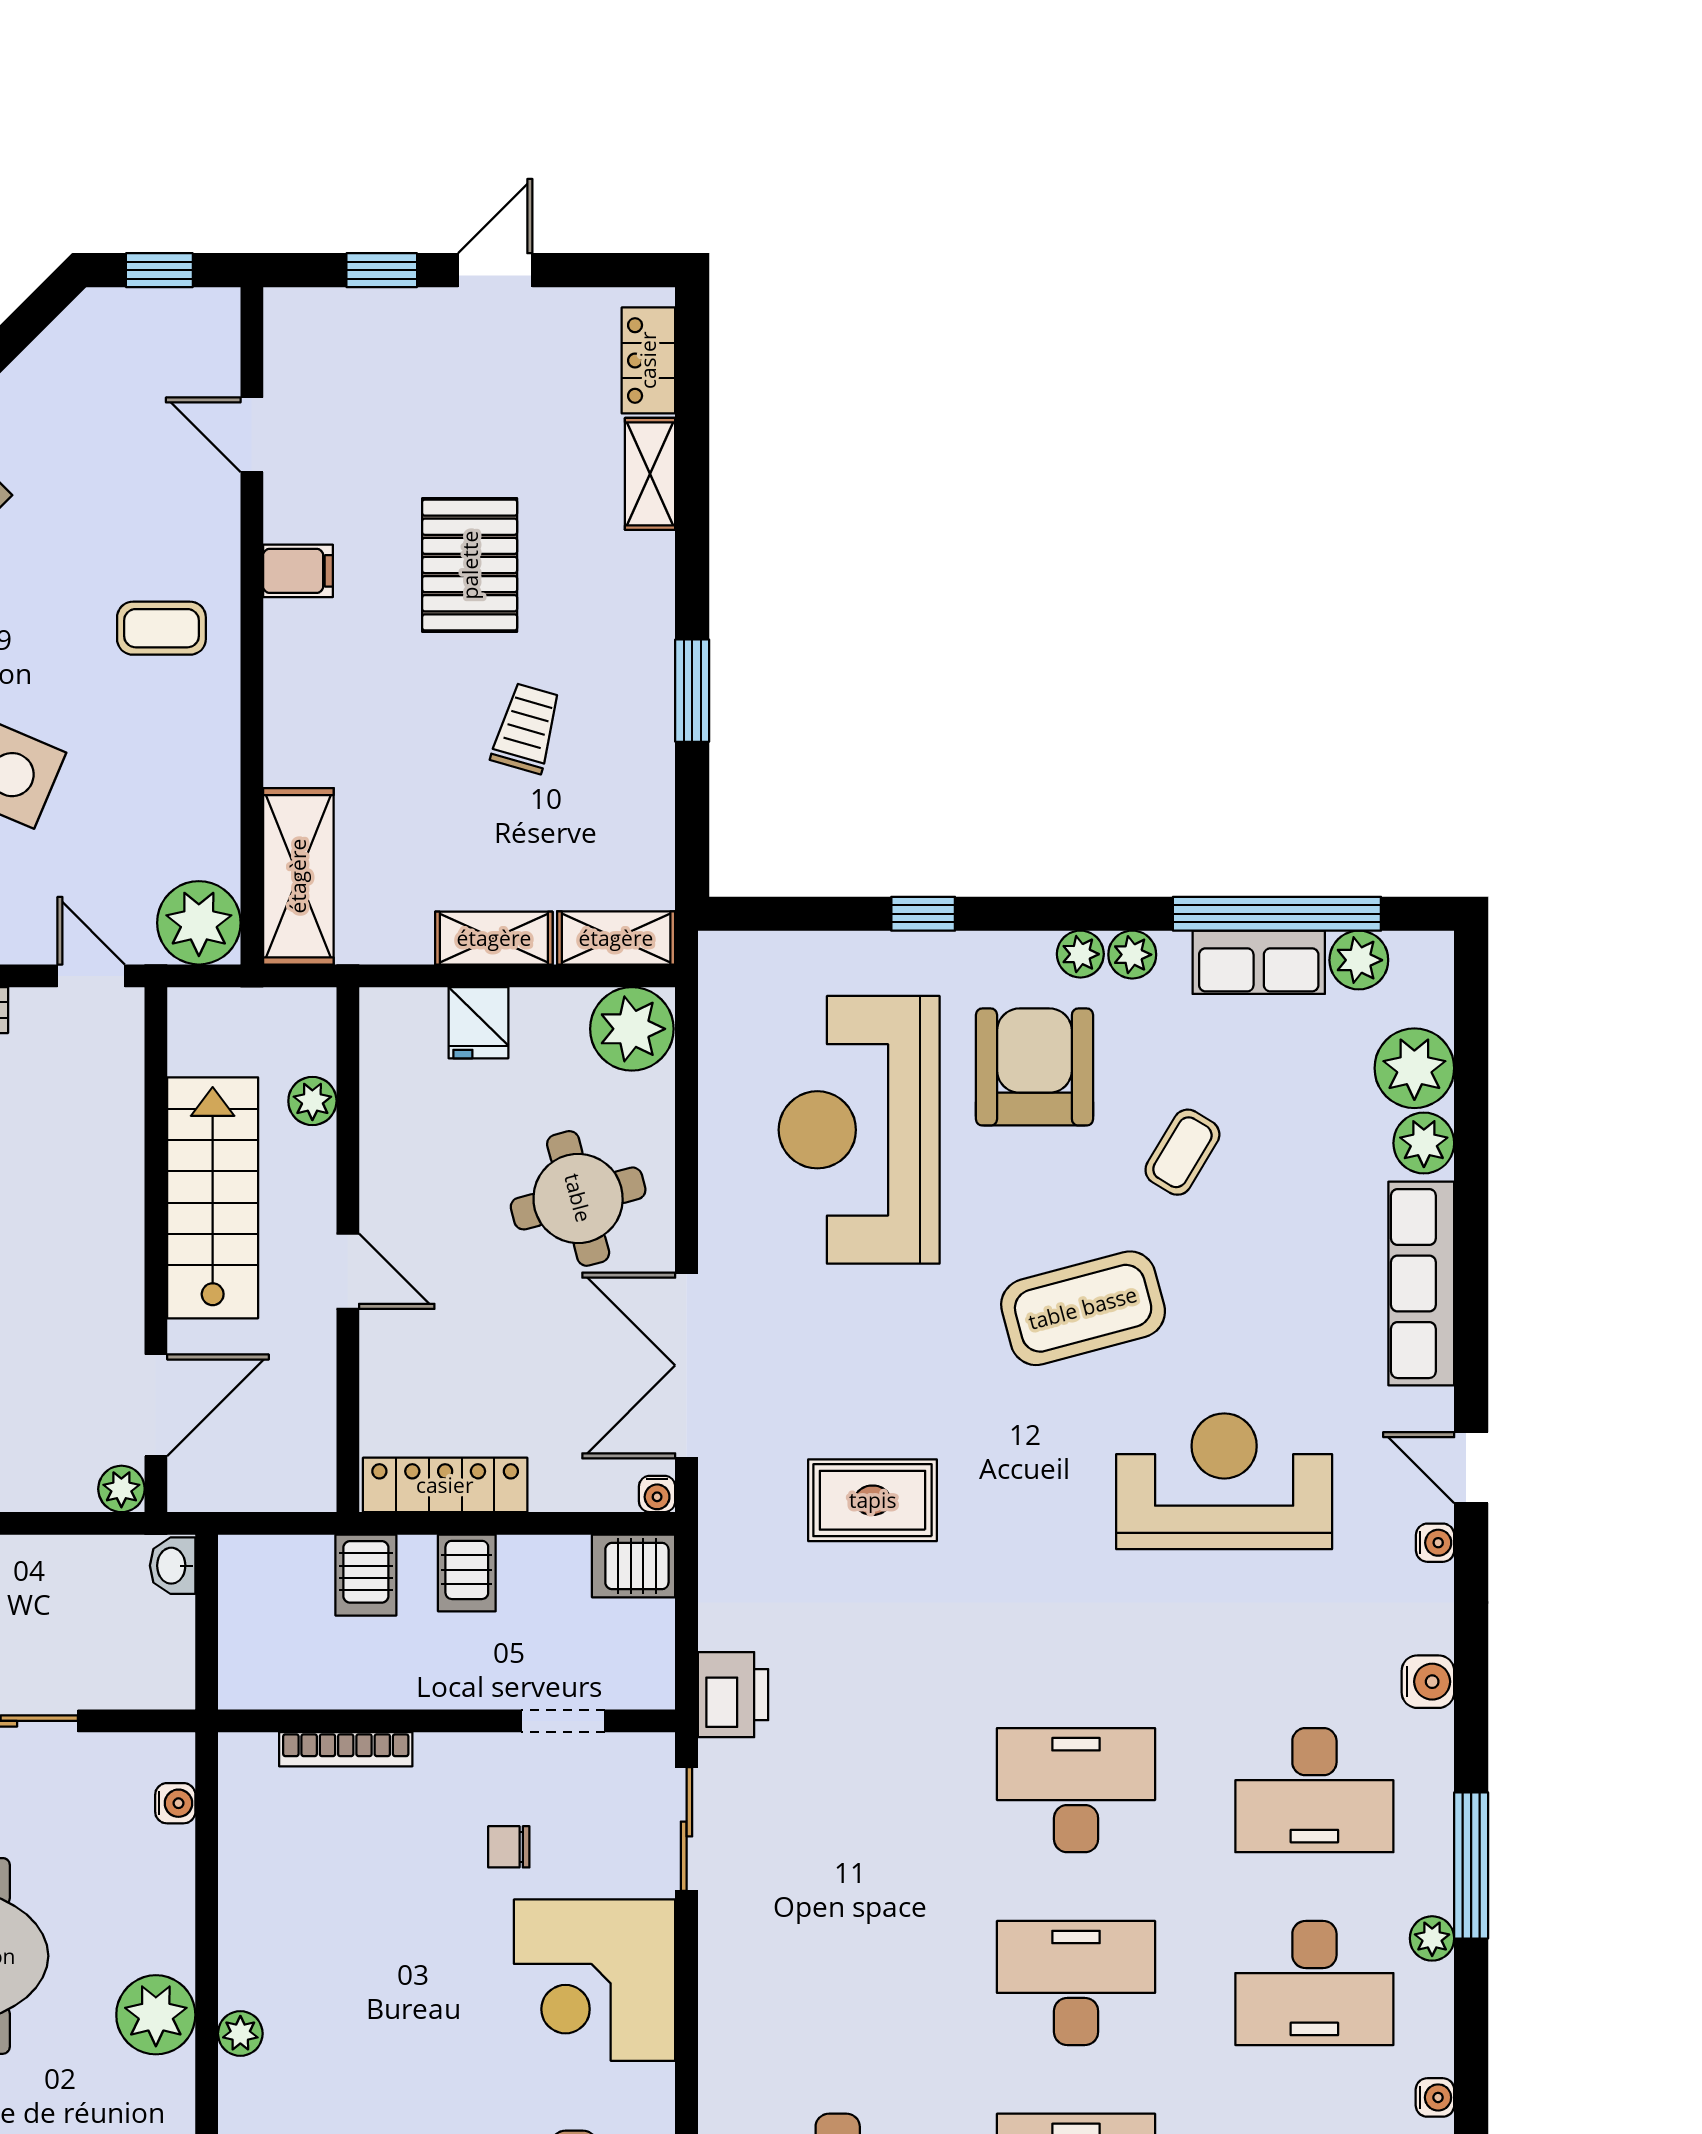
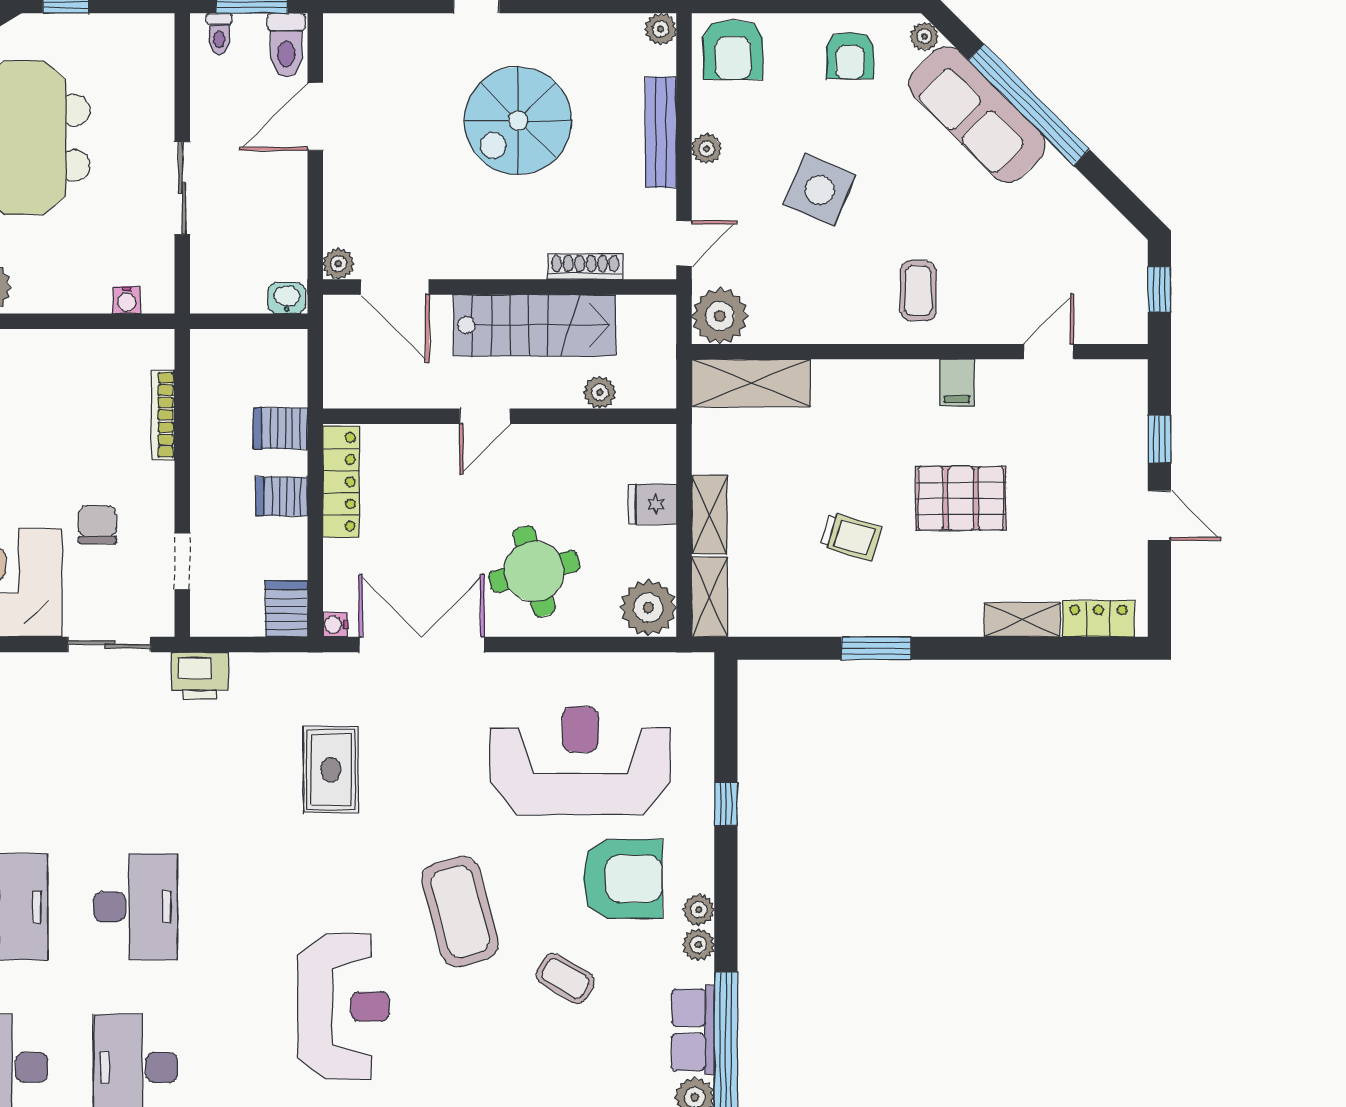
shoe rack: (126, 1122) -> (585, 267), added
chair: (509, 1847) -> (97, 525), width x1.37, depth x1.37

